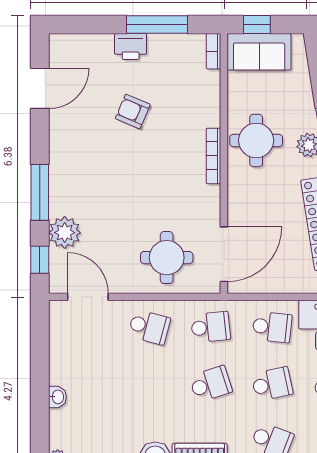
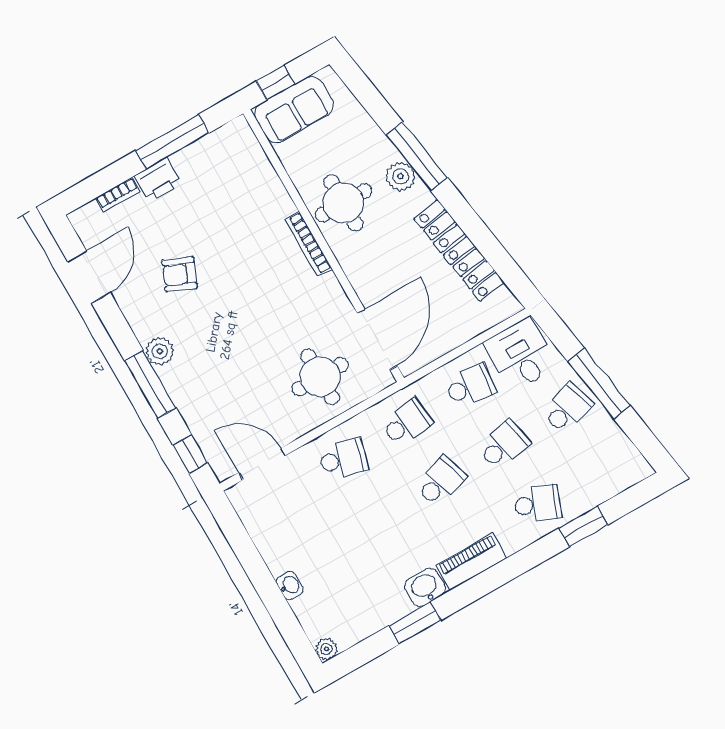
bookcase: (213, 51) -> (118, 195), moved, turned -90
armchair: (133, 111) -> (180, 274), moved
plant: (65, 233) -> (160, 351), moved, width x0.73, depth x0.73

